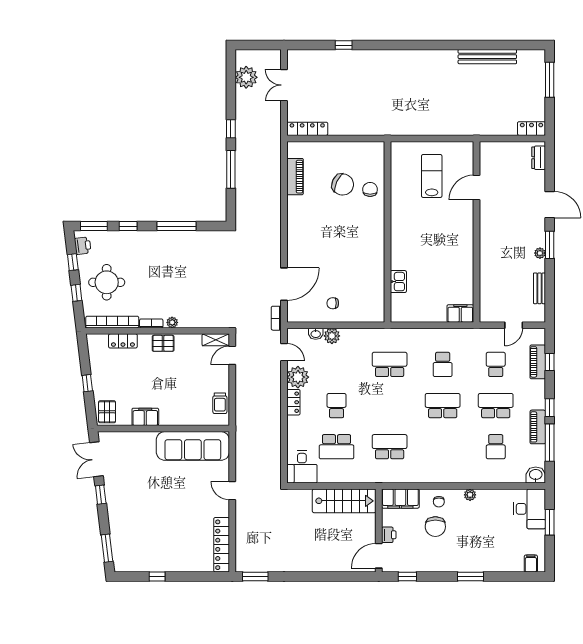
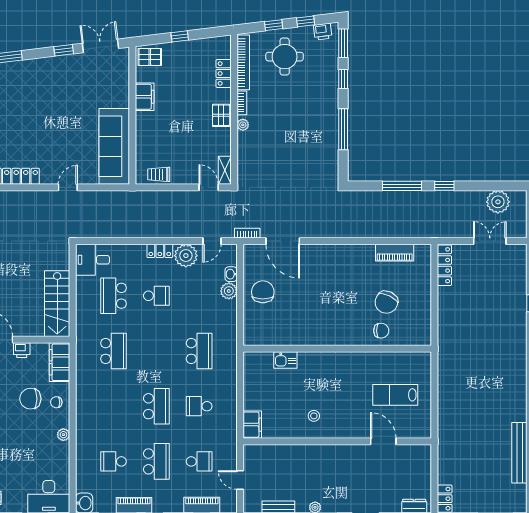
lab bench: (432, 176) -> (395, 395), turned 180
stool: (452, 254) -> (314, 416), added
chair: (333, 303) -> (263, 292), width x1.87, depth x1.87

